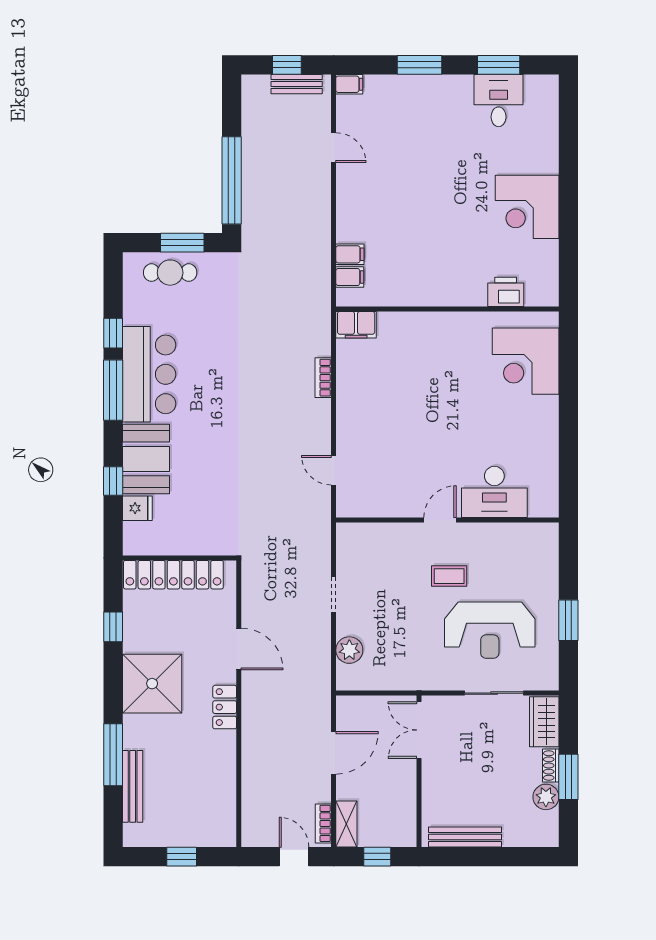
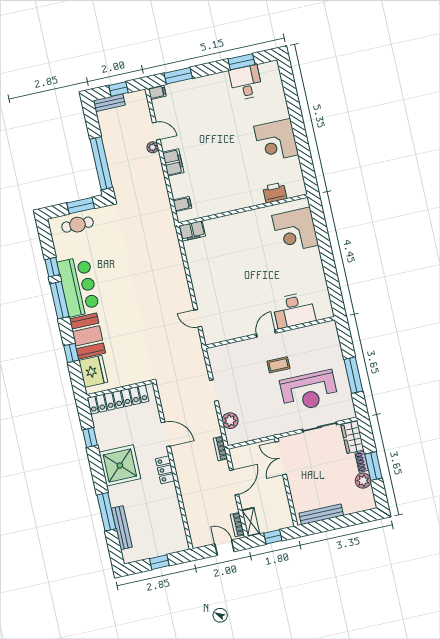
window: (420, 65) -> (178, 76), moved
bench: (297, 84) -> (109, 103), moved
plant: (322, 173) -> (153, 147), added
filing cabinet: (350, 254) -> (173, 162), moved, width x2.00
bookcase: (323, 378) -> (220, 449), moved
fridge: (137, 508) -> (93, 371), width x1.88, depth x1.34
window: (568, 620) -> (353, 375), width x1.44

